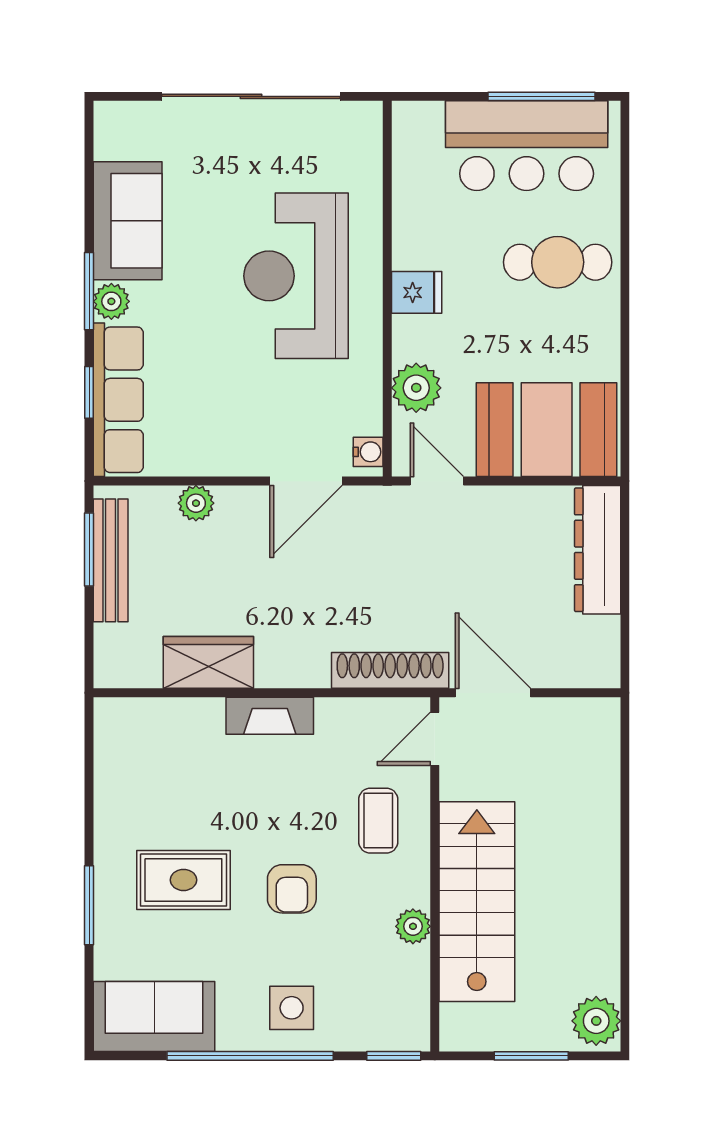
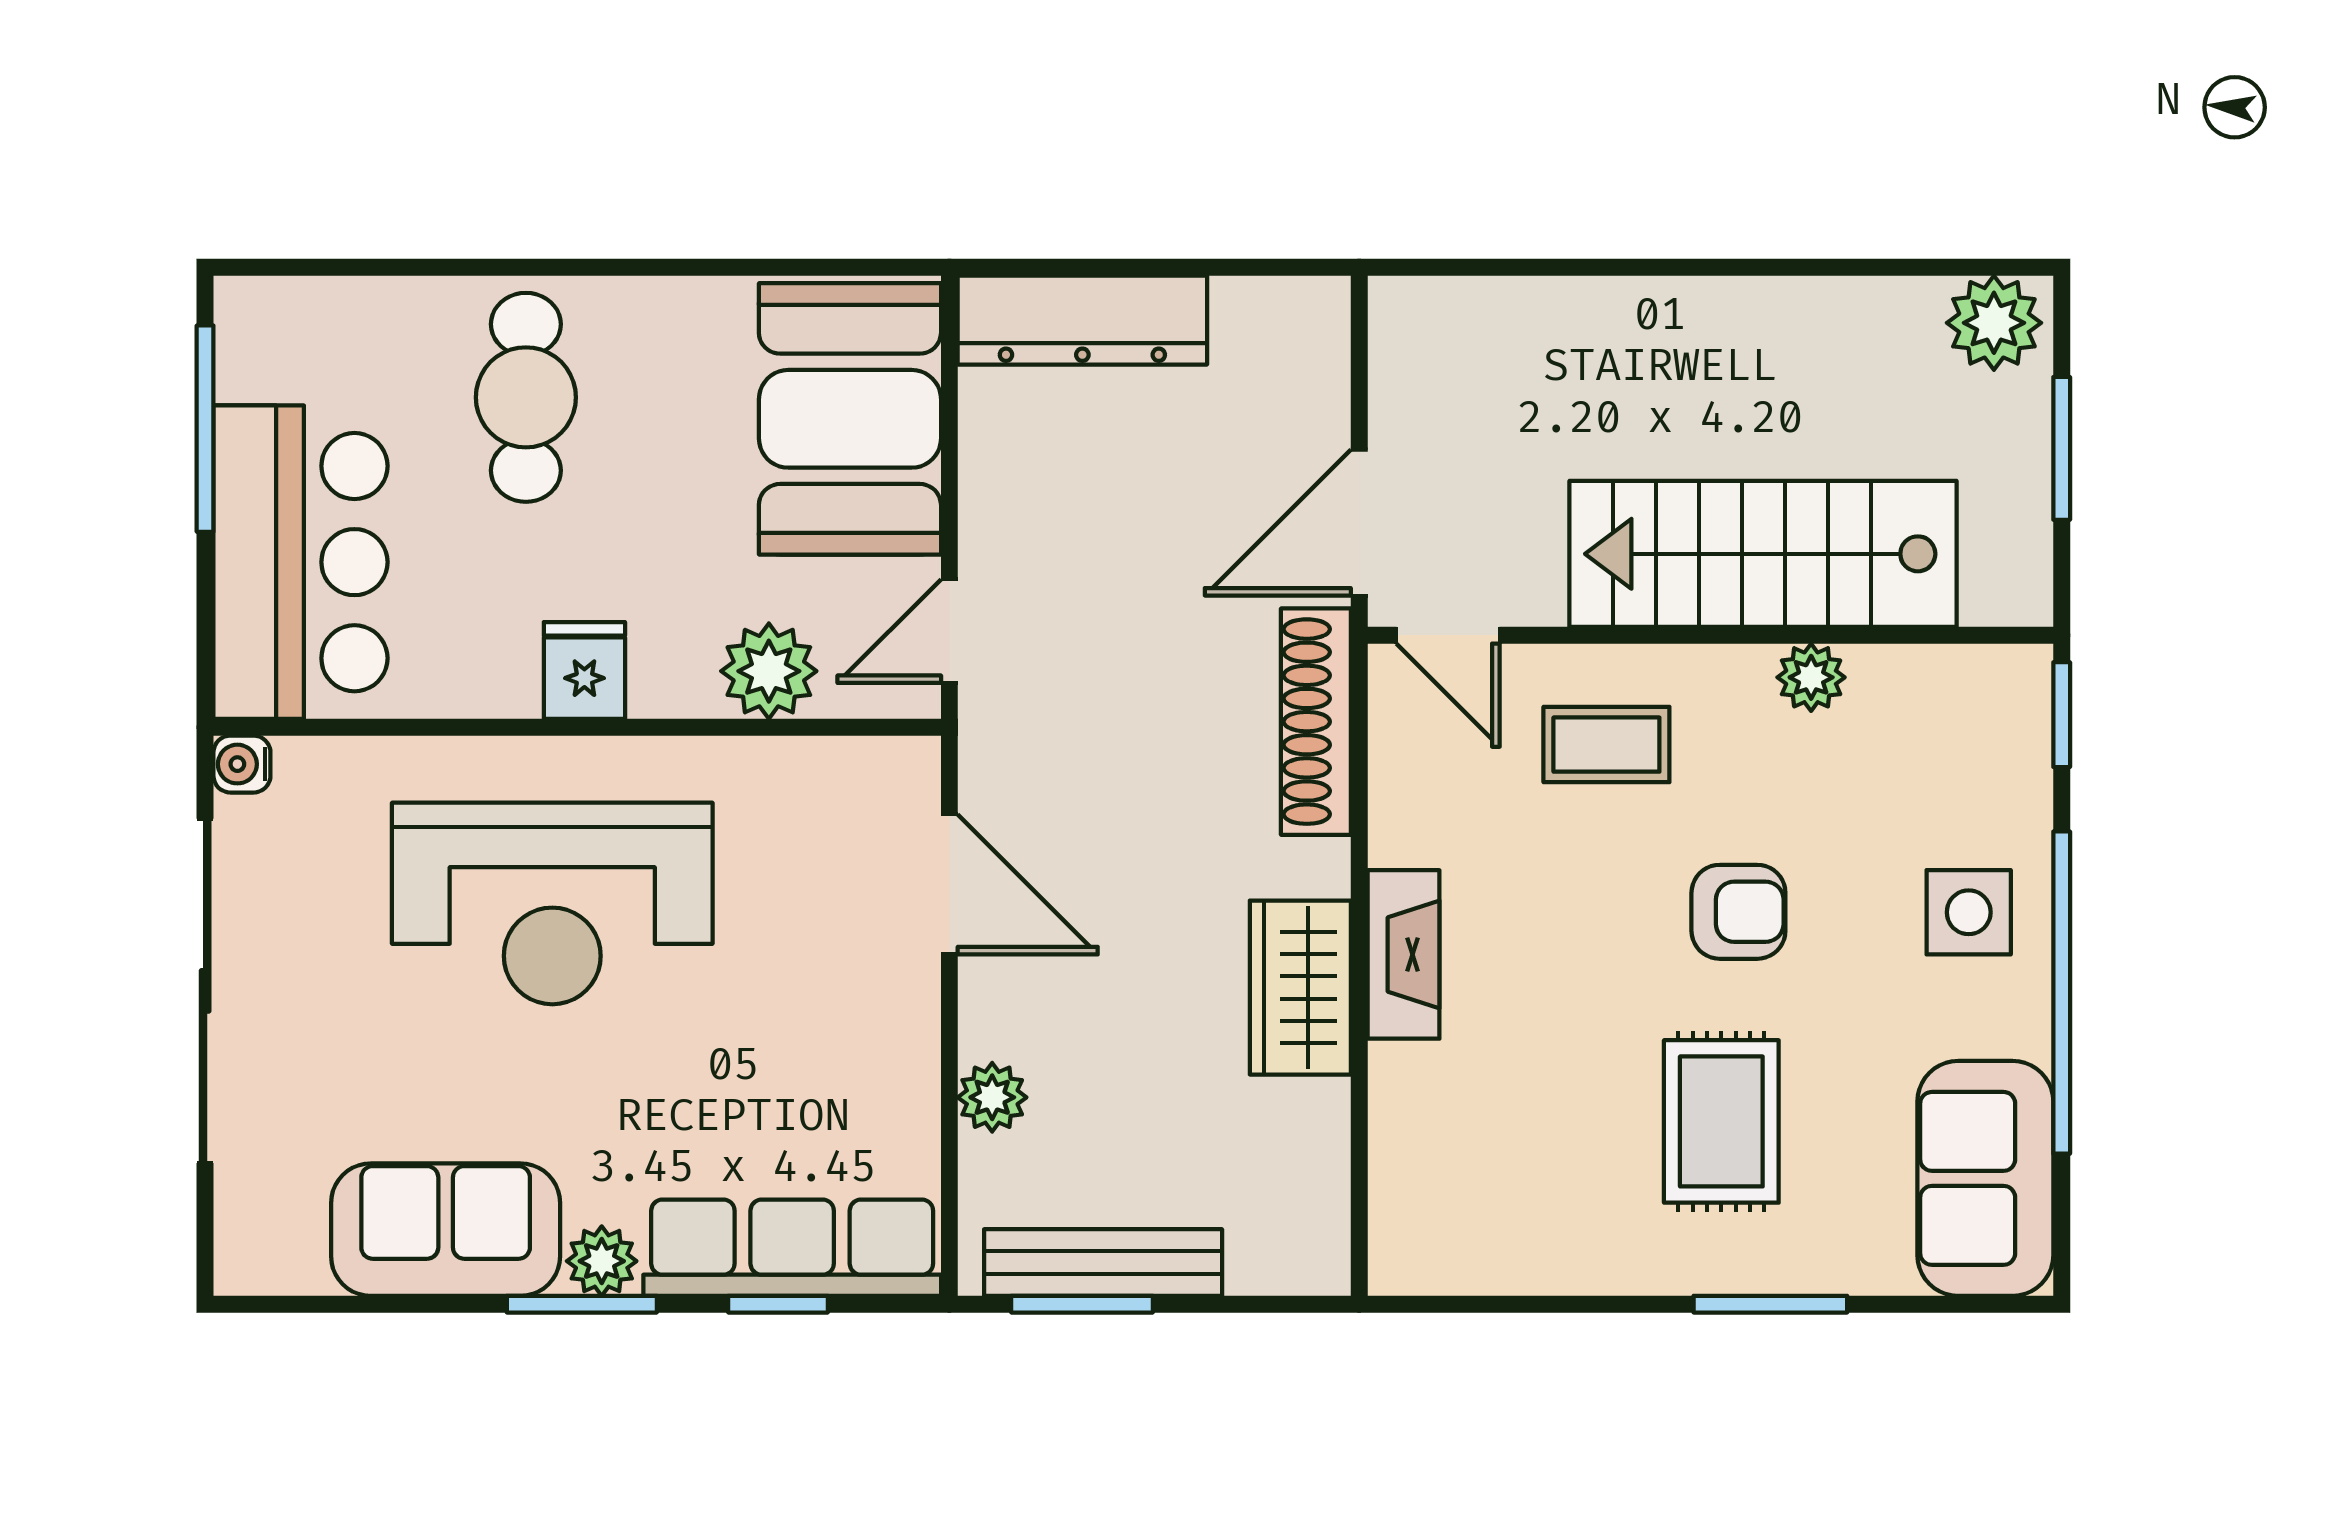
bar counter: (527, 146) -> (300, 562), moved
water cooler: (368, 452) -> (242, 764), moved, turned -90
wardrobe: (208, 662) -> (1300, 988), moved

